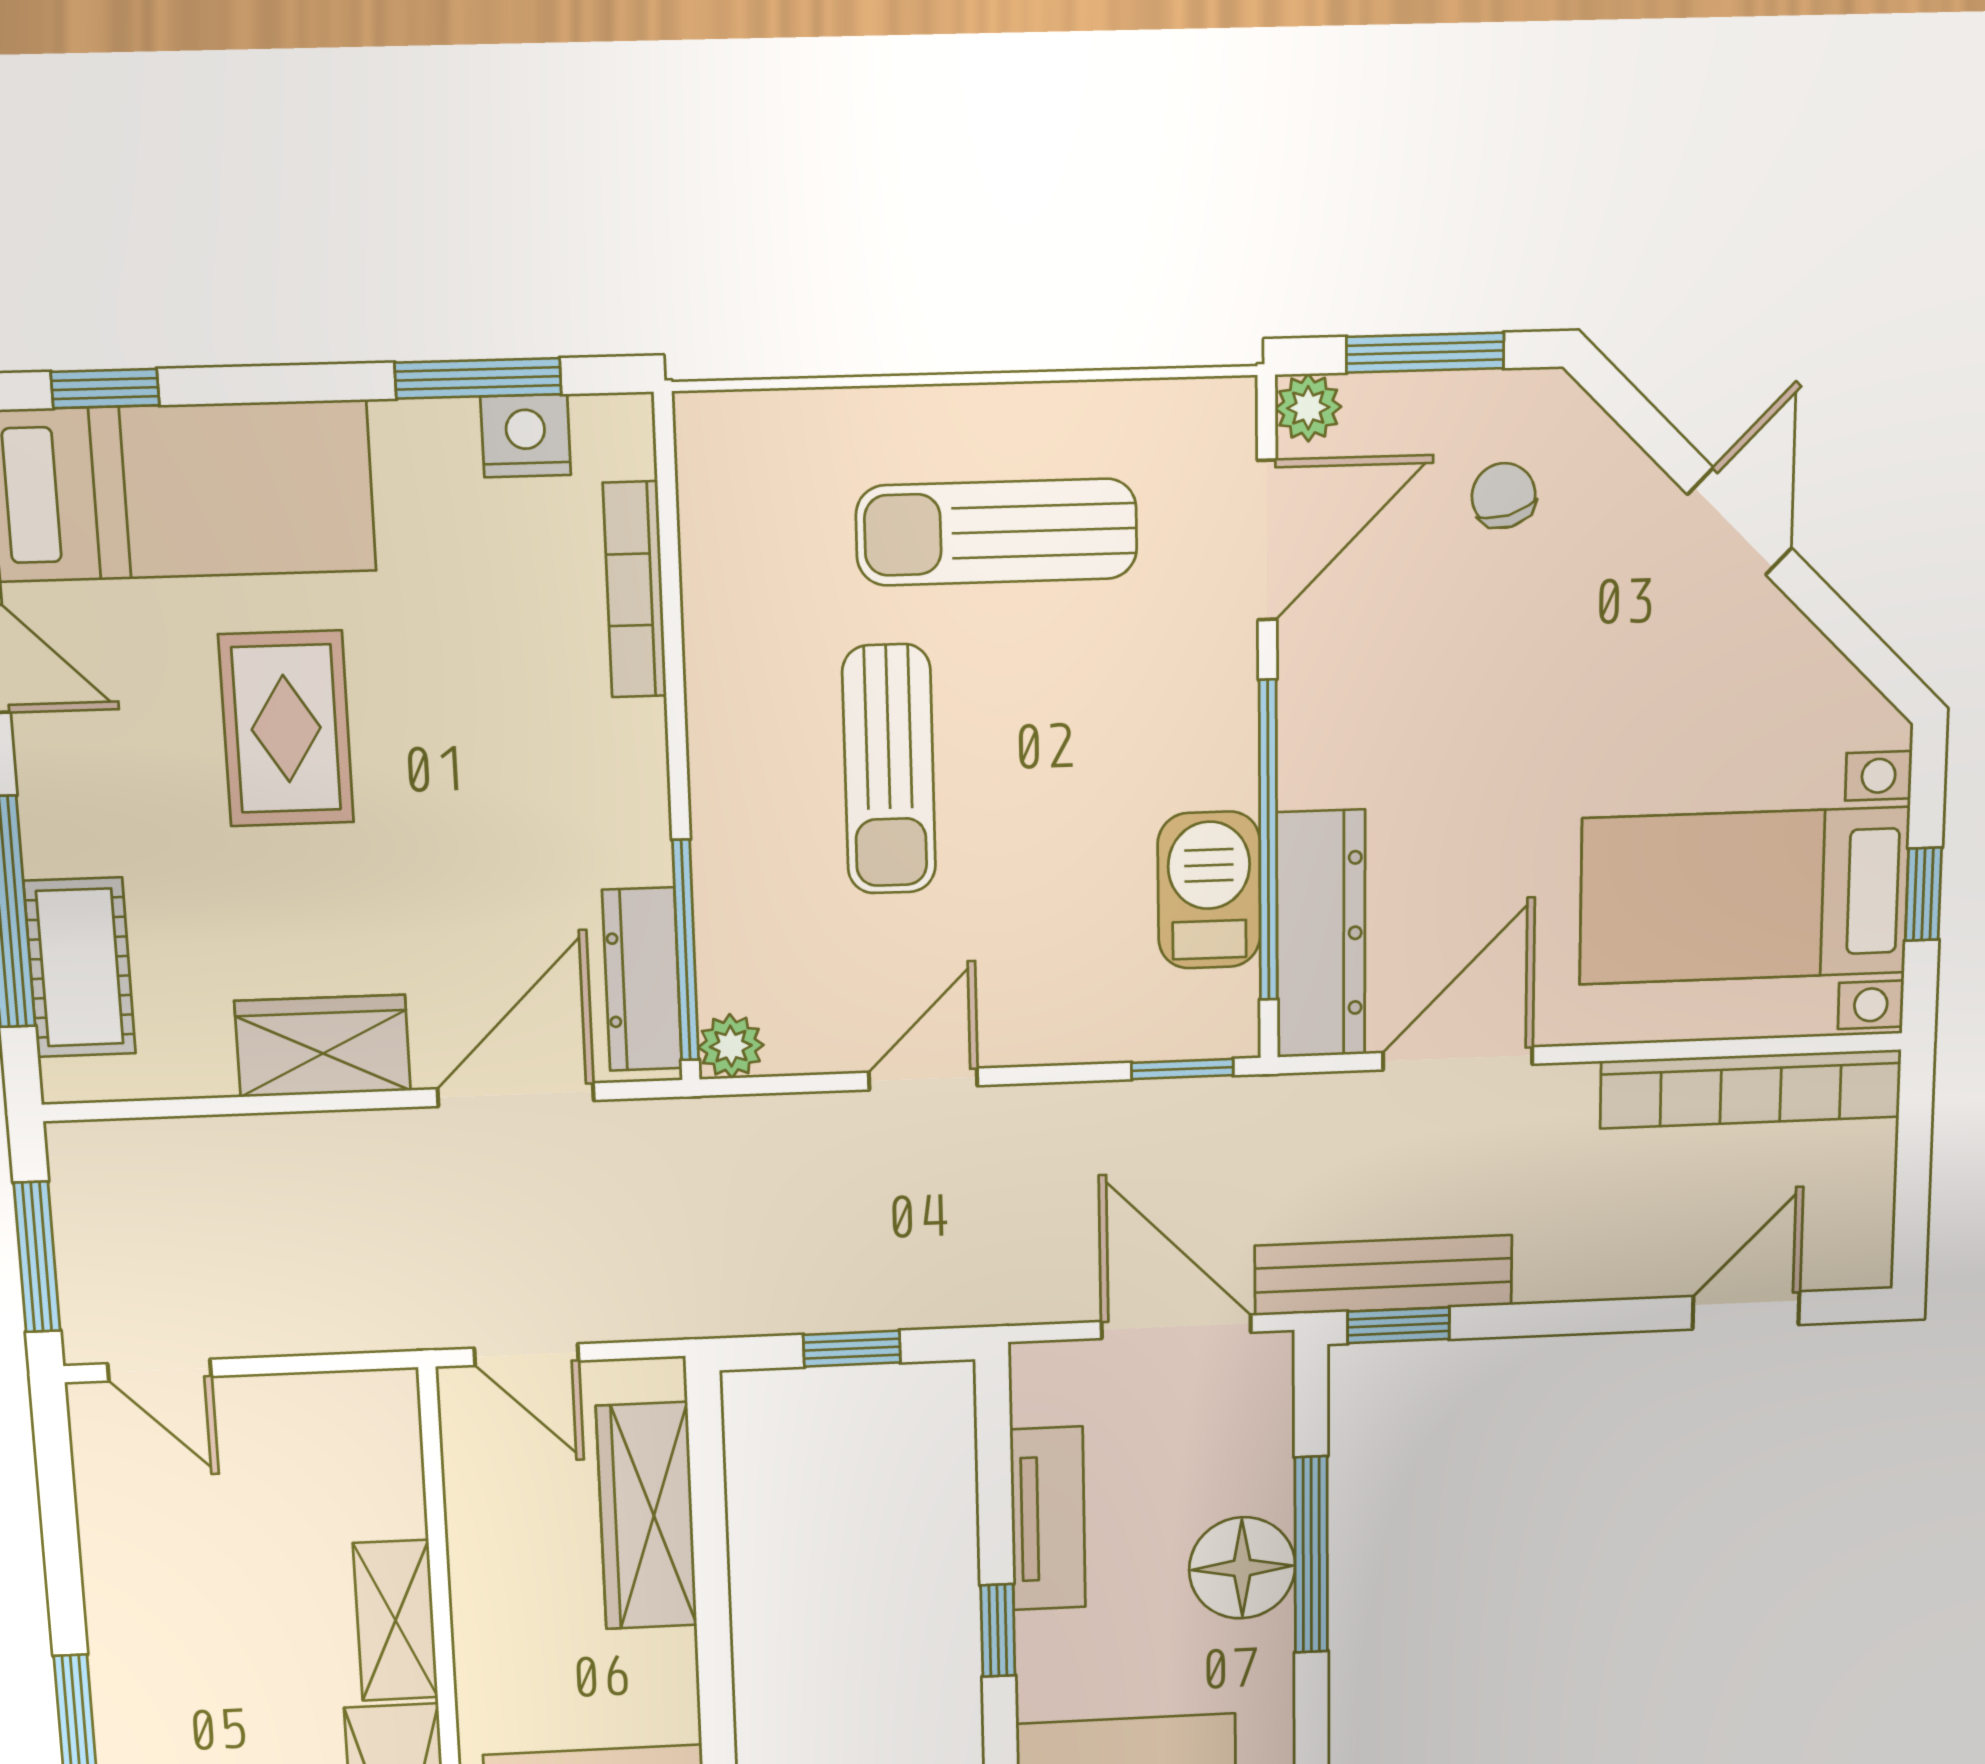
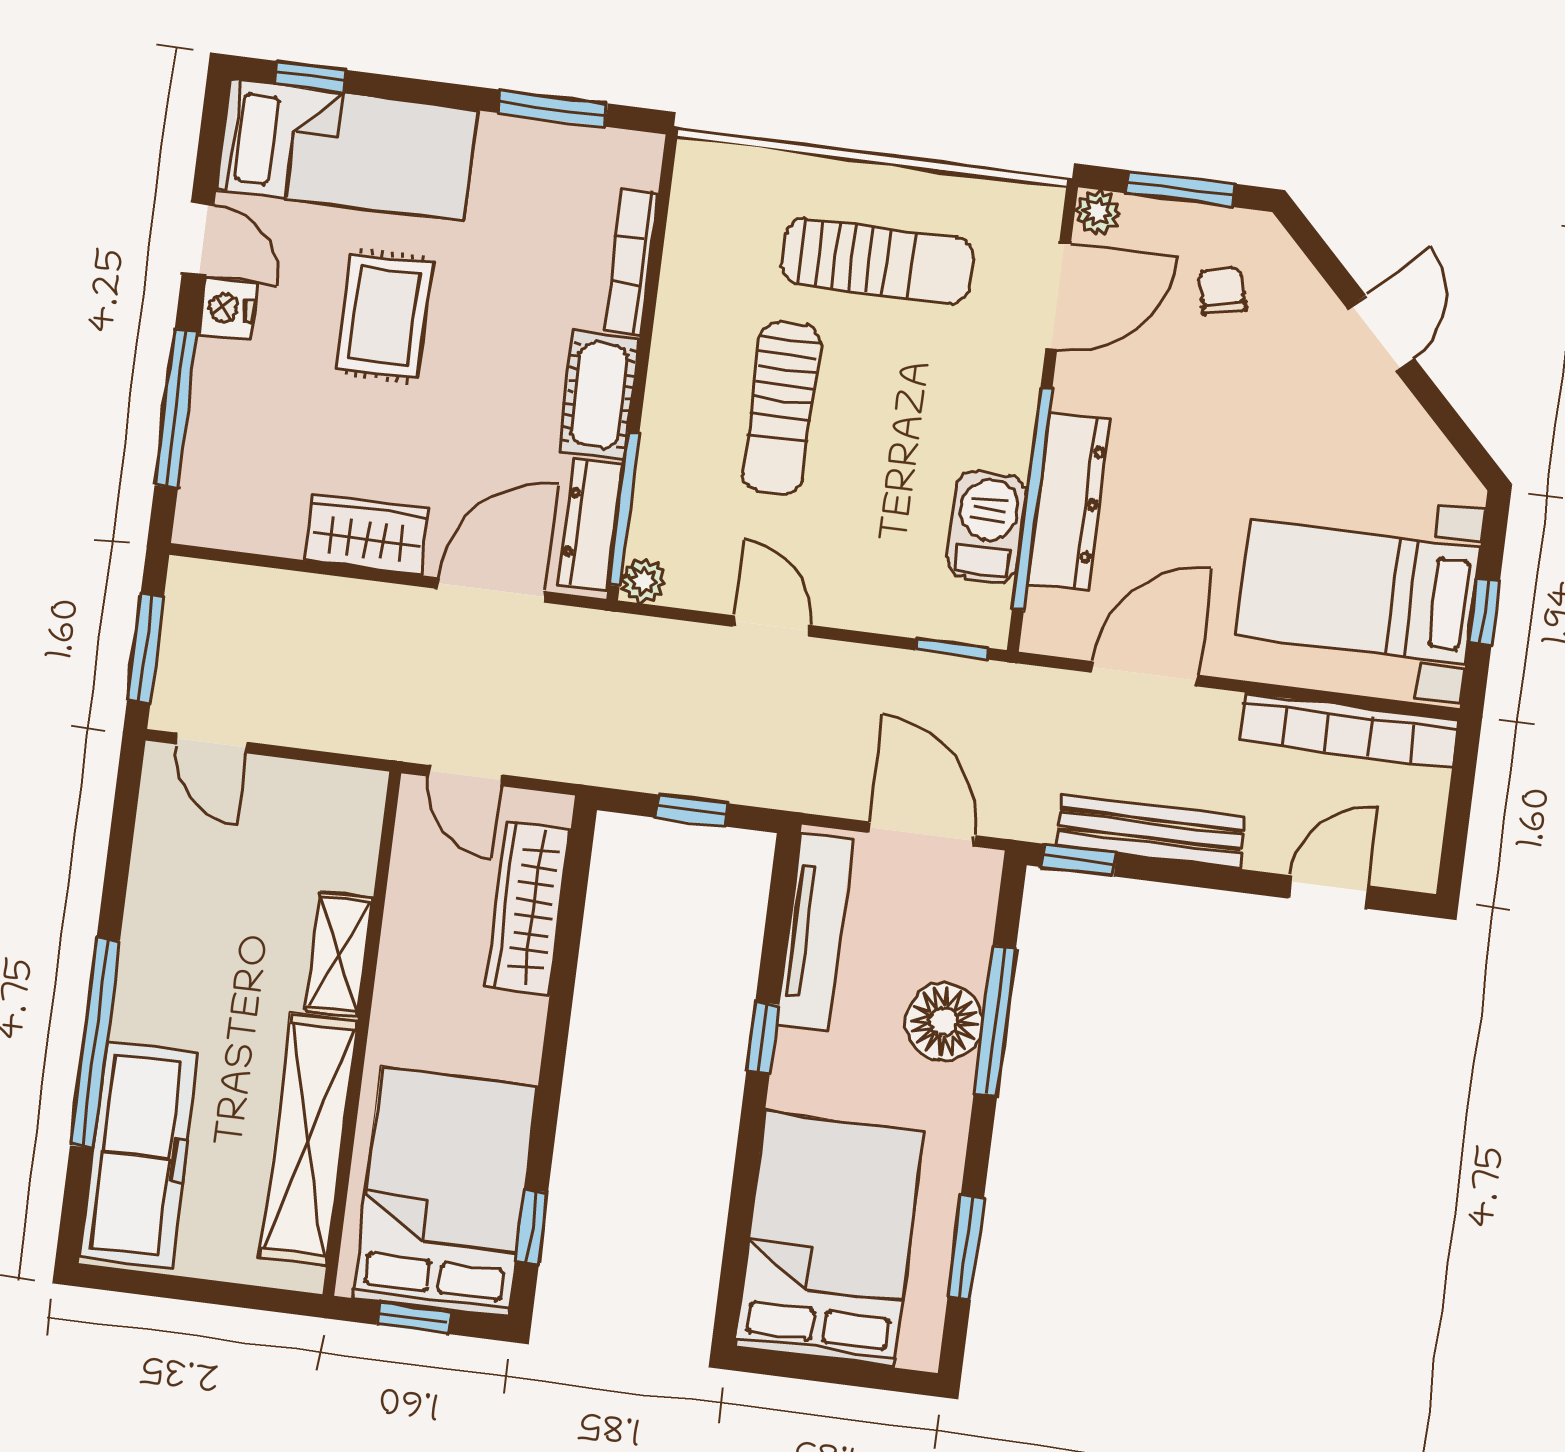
nightstand: (526, 436) -> (228, 308), moved, turned -90
sun lounger: (997, 532) -> (878, 261), turned 180
dresser: (1321, 934) -> (1069, 502), moved
cot: (80, 968) -> (599, 395), moved
door: (923, 1079) -> (771, 626), hinge flipped
bench: (1383, 1275) -> (1150, 831), moved
tv unit: (1048, 1519) -> (814, 932), width x1.41

